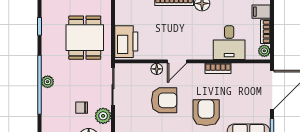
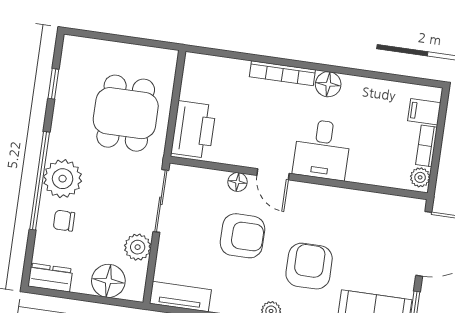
desk: (229, 43) -> (322, 149), moved
door: (177, 61) -> (273, 174), hinge flipped
bookcase: (218, 68) -> (339, 196), removed
plant: (48, 82) -> (63, 179), width x1.88, depth x1.88
chair: (82, 108) -> (64, 221), moved

